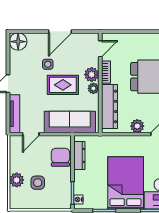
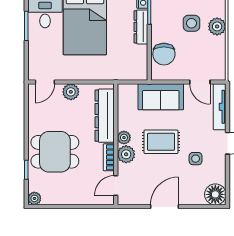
side table: (48, 64) -> (196, 159), moved
sofa: (70, 122) -> (161, 97), width x0.73
door: (31, 134) -> (200, 82), swing flipped
dresser: (79, 155) -> (141, 27), moved

